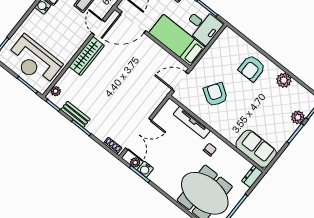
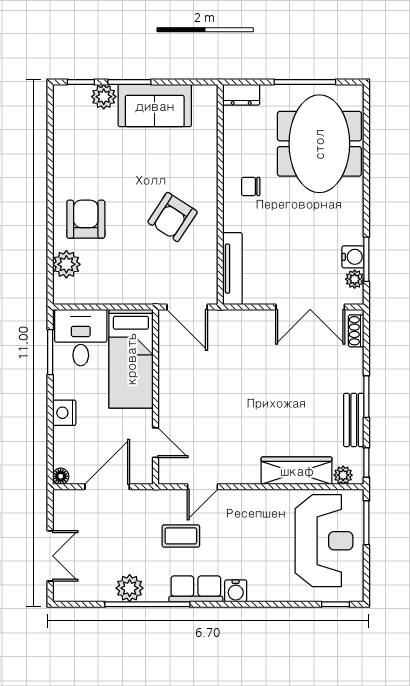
door: (133, 22) -> (156, 443), width x0.53
wardrobe: (87, 56) -> (297, 471), moved
armchair: (252, 68) -> (86, 219), turned -90
plant: (284, 80) -> (66, 264), moved
armchair: (215, 95) -> (173, 217), moved
tv unit: (192, 123) -> (232, 269), moved
double door: (138, 134) -> (310, 307), swing flipped
sofa: (256, 149) -> (155, 106), moved, turned -90

